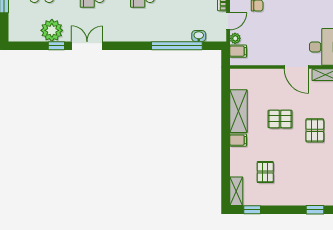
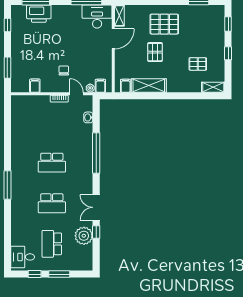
window: (177, 46) -> (96, 153), moved
pallet: (315, 130) -> (164, 24), width x1.50, depth x1.42
filing cabinet: (238, 140) -> (126, 86), moved
window: (252, 210) -> (228, 53), moved

